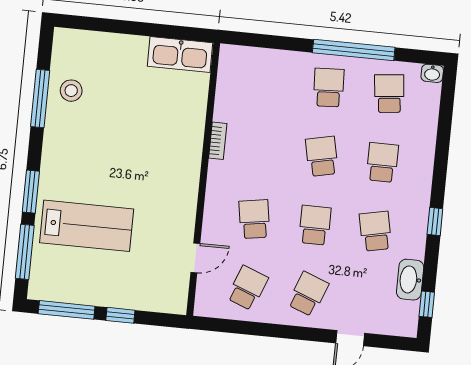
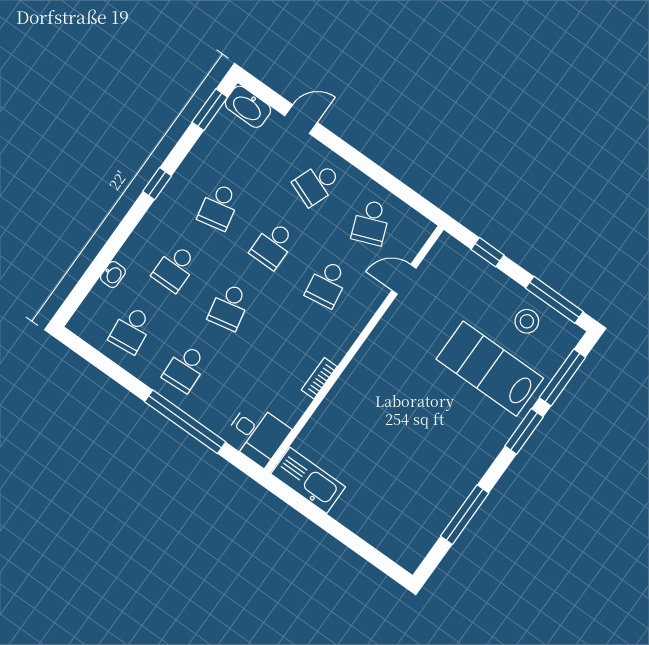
window: (354, 50) -> (185, 422), moved
desk: (242, 68) -> (257, 434), added
washbasin: (432, 73) -> (113, 275), moved, turned 90
stool: (71, 91) -> (527, 321), moved
washbasin: (410, 280) -> (248, 107), moved, turned 90
school desk: (247, 288) -> (371, 222), turned -42
window: (427, 304) -> (210, 110), width x1.50
window: (120, 315) -> (488, 252), moved

